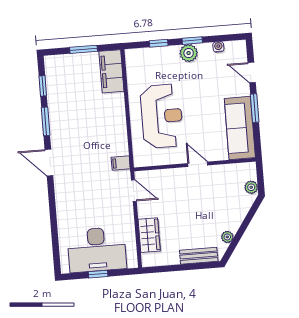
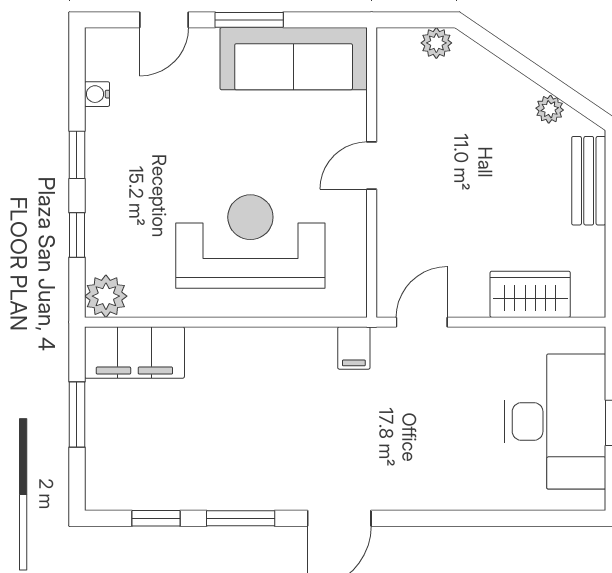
plant: (189, 53) -> (106, 296), moved

